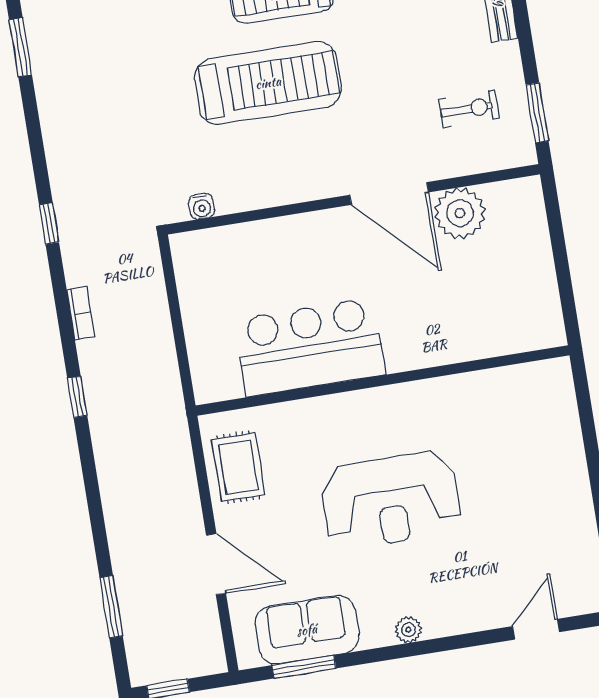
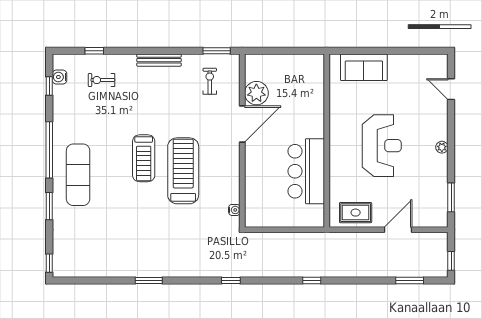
bookcase: (81, 313) -> (274, 273), removed
sofa: (307, 630) -> (364, 67), moved, turned -90

